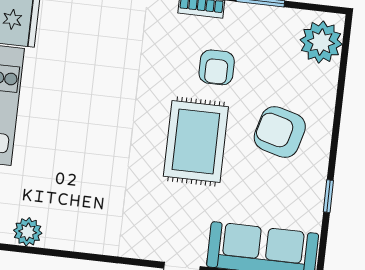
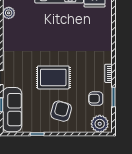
armchair: (217, 67) -> (96, 99), moved

